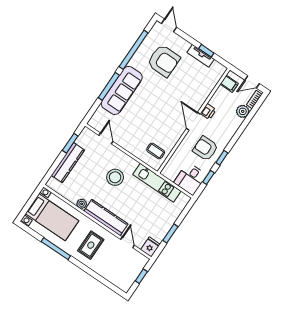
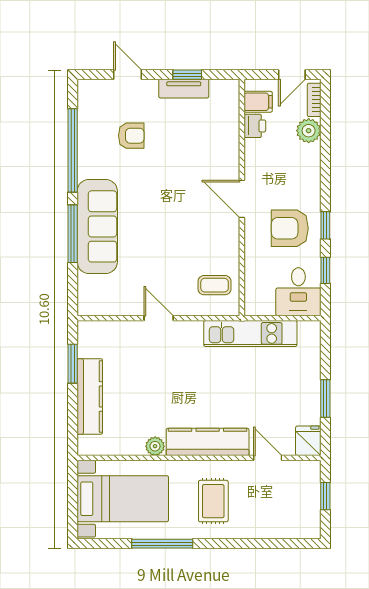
door: (169, 25) -> (128, 75), moved
armchair: (164, 61) -> (131, 136), width x0.53, depth x0.53
printer: (208, 112) -> (255, 126), moved
door: (106, 138) -> (159, 318), moved
stool: (115, 177) -> (179, 369), removed

